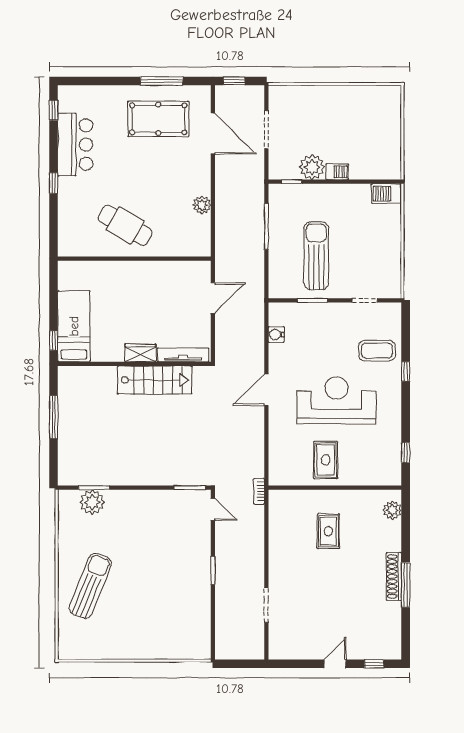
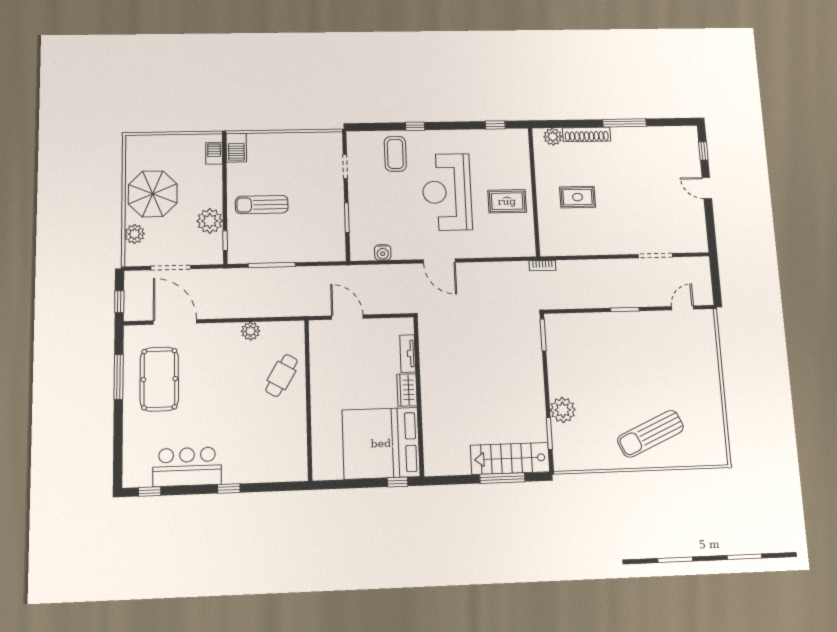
plant: (301, 95) -> (134, 234), added
parasol: (341, 112) -> (153, 194), added
door: (213, 133) -> (175, 322), hinge flipped
barbecue: (337, 172) -> (214, 153), moved
cafe table: (125, 225) -> (282, 375), moved, width x0.73, depth x0.74
sun lounger: (316, 256) -> (262, 205), moved, width x0.73, depth x0.75
bed: (74, 326) -> (381, 443), width x2.04
tv unit: (183, 355) -> (408, 354), width x0.71
stairs: (155, 380) -> (510, 458), moved, turned -90
window: (54, 417) -> (502, 478), moved
plant: (92, 502) -> (563, 410), moved
door: (213, 509) -> (683, 308), moved
shoe rack: (394, 576) -> (587, 134), moved
sun lounger: (90, 586) -> (651, 434), turned -46

